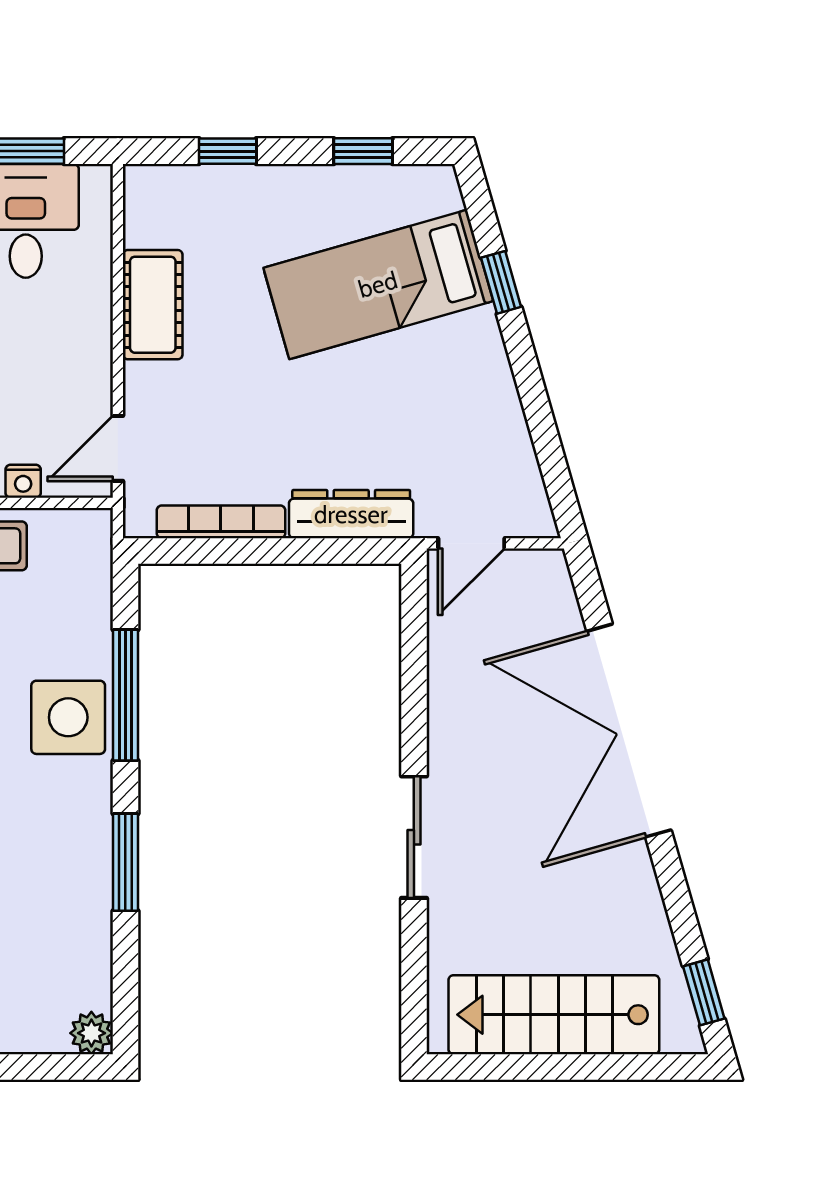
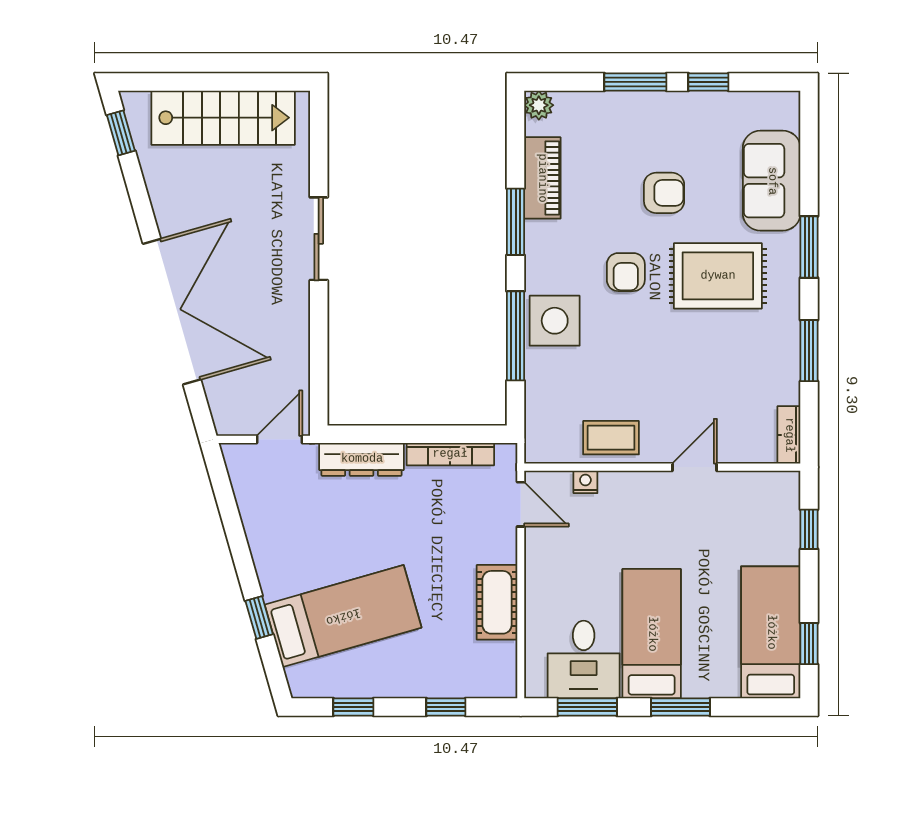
door: (118, 448) -> (521, 504), hinge flipped
piano: (86, 926) -> (542, 178), added

